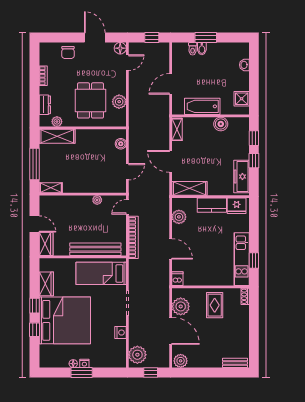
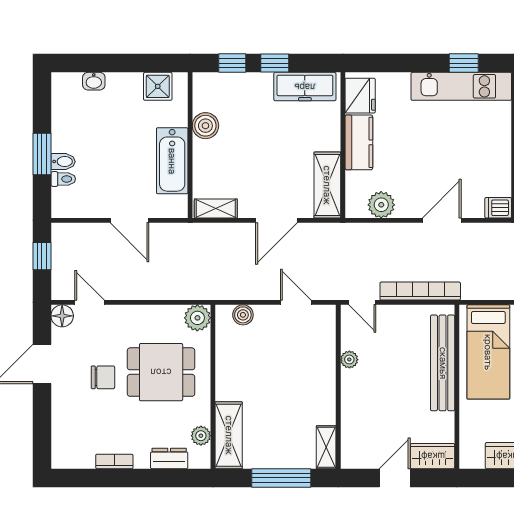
chair: (68, 52) -> (103, 377), moved
plant: (119, 102) -> (197, 318), moved

